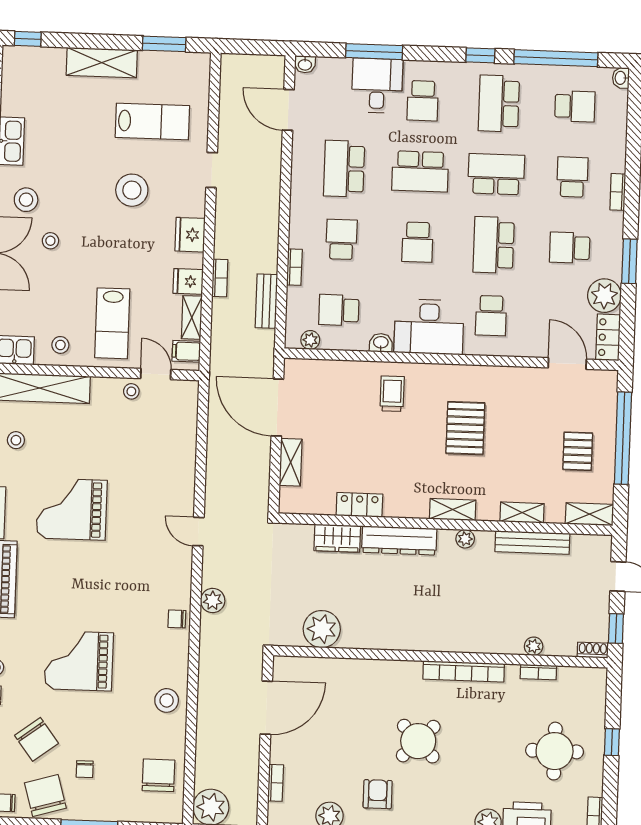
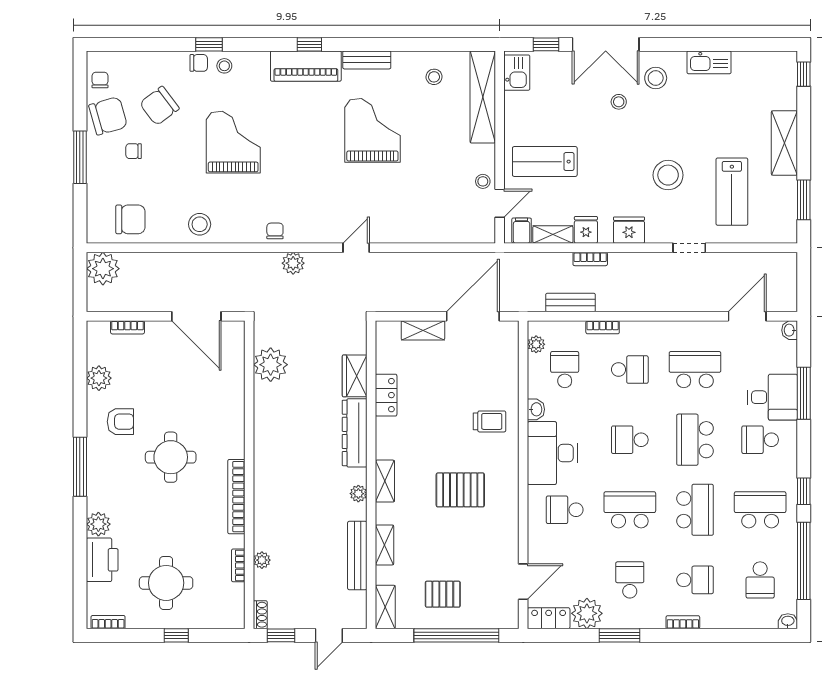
stool: (60, 345) -> (523, 115), removed
round table: (418, 741) -> (171, 457), turned 45

